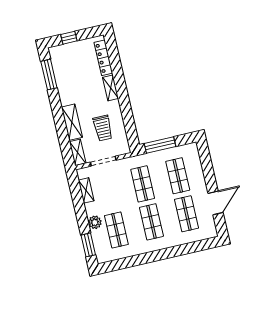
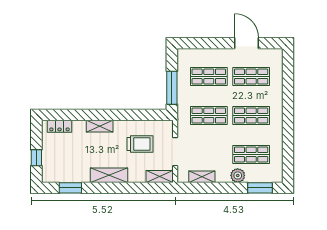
locker: (103, 58) -> (59, 126), width x0.66
window: (49, 75) -> (70, 188), width x0.69
shelving: (72, 122) -> (109, 175), moved

